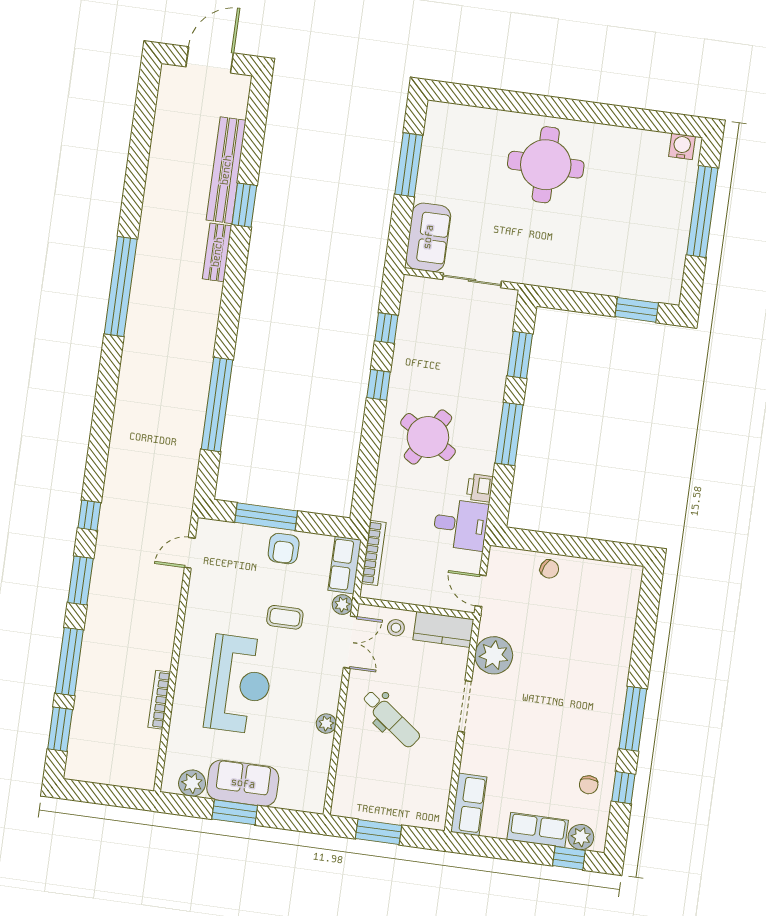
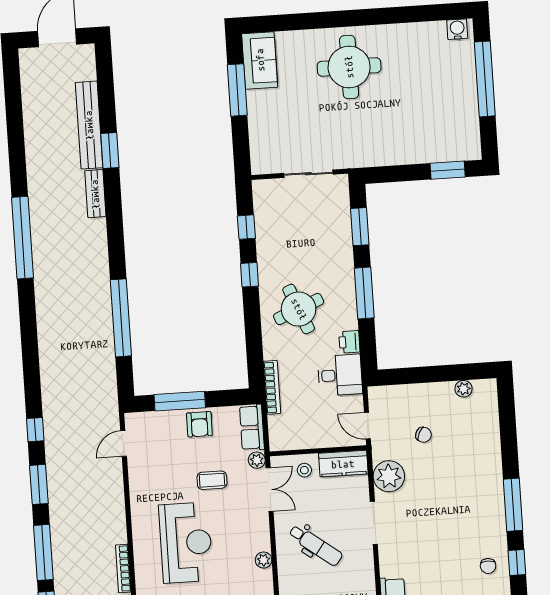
sofa: (428, 237) -> (260, 60), moved
round table: (428, 437) -> (299, 309), turned 37
bookcase: (374, 553) -> (272, 387), moved
chair: (549, 569) -> (424, 435), moved
plant: (603, 571) -> (463, 389), added

